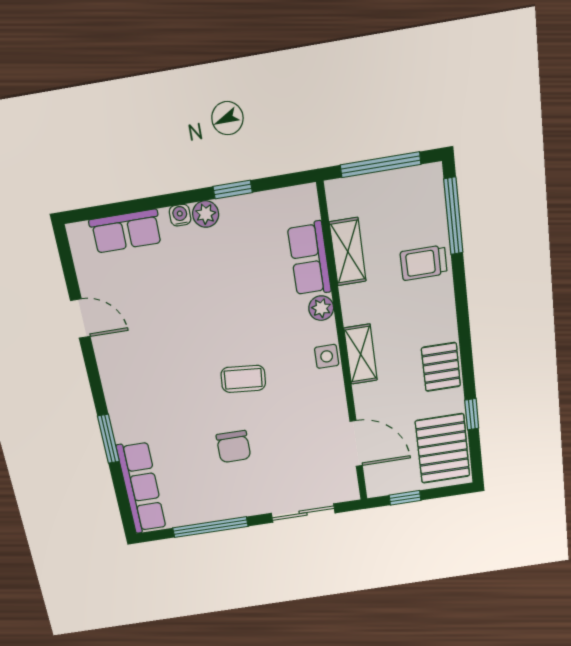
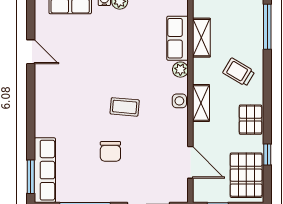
trolley: (424, 263) -> (239, 72), moved, turned 31
window: (108, 439) -> (31, 177), moved

